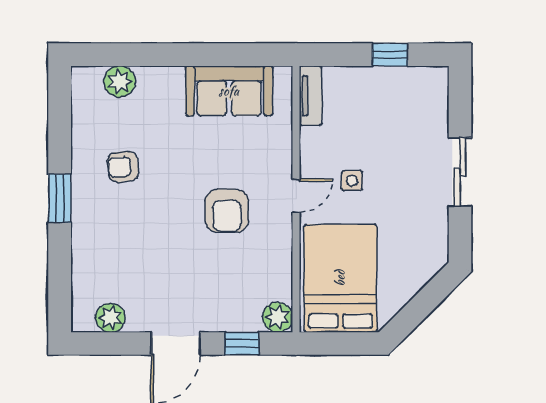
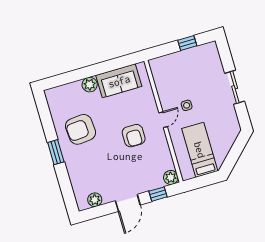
plant: (120, 81) -> (90, 85), moved
tv unit: (311, 96) -> (157, 72), removed
armchair: (123, 167) -> (80, 129), width x1.88, depth x1.88
bed: (340, 278) -> (200, 150), width x0.67

